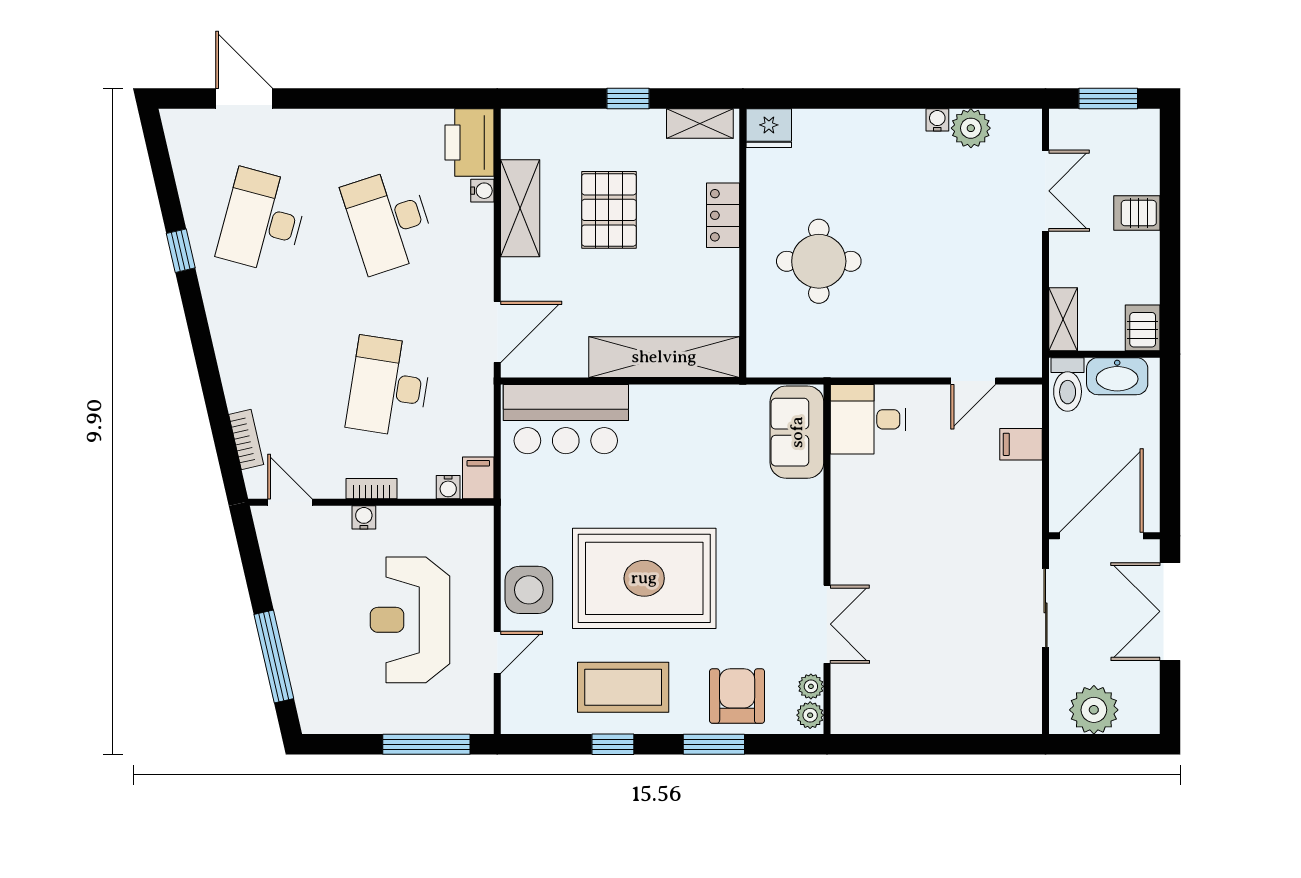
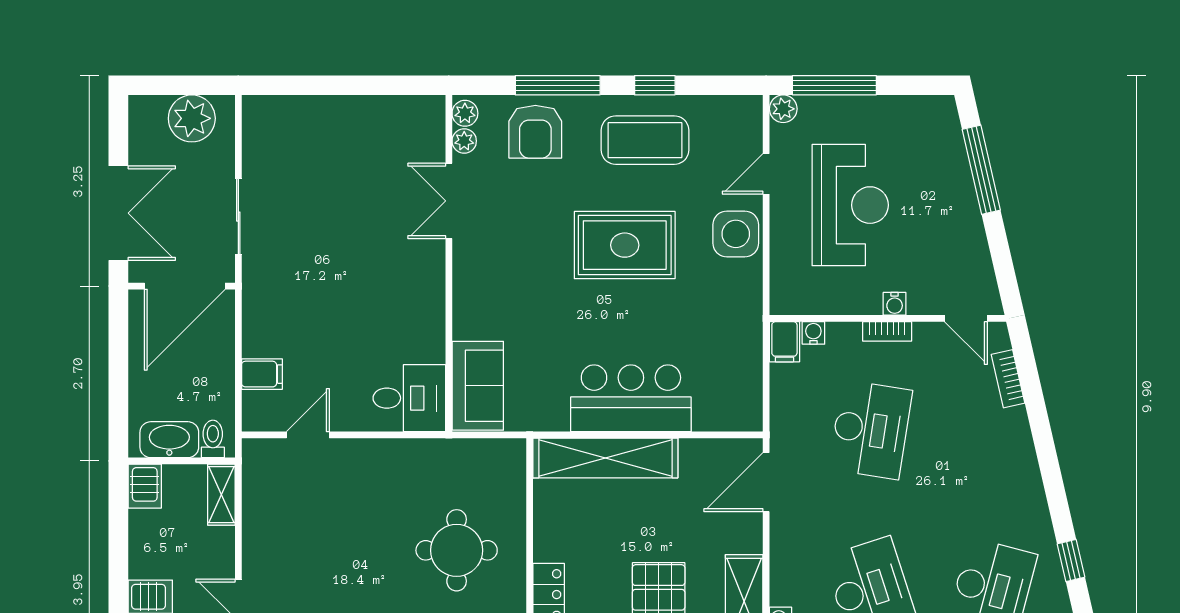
toilet: (1068, 384) -> (213, 439), width x0.73, depth x0.72
bar counter: (566, 419) -> (631, 398), moved
rug: (644, 578) -> (625, 245), width x0.73, depth x0.69
plant: (480, 720) -> (783, 109), added
window: (714, 744) -> (558, 85), width x1.44

